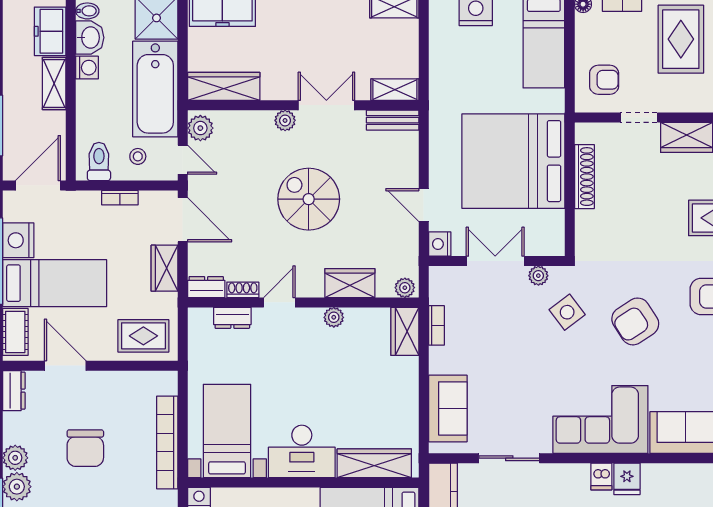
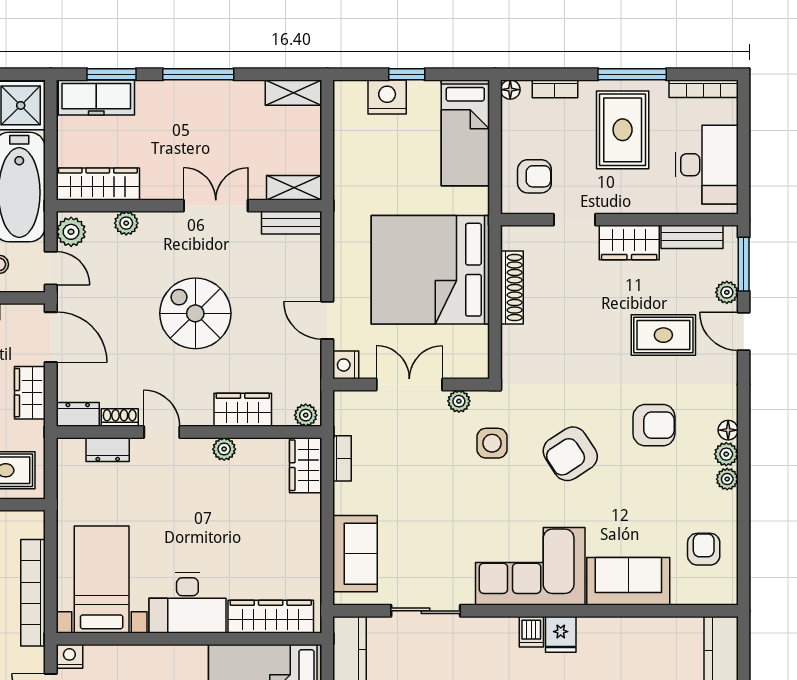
plant: (285, 120) -> (126, 223), moved
door: (279, 302) -> (162, 432), hinge flipped
side table: (567, 312) -> (492, 443), turned 37

